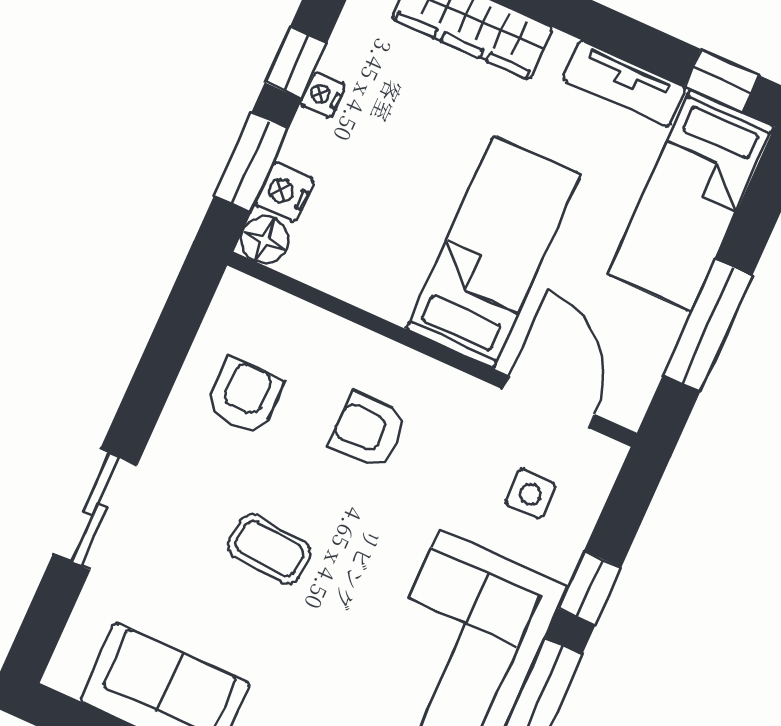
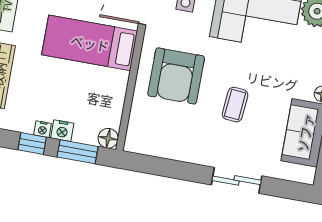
nightstand: (284, 192) -> (62, 131), moved
armchair: (244, 397) -> (175, 131), removed
armchair: (368, 431) -> (176, 76), width x1.88, depth x1.88

